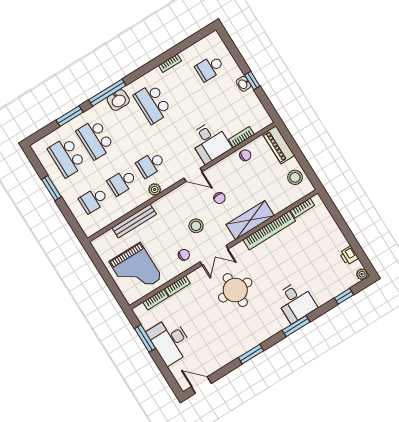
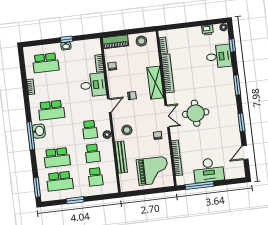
school desk: (210, 68) -> (46, 63), width x1.85
window: (70, 116) -> (37, 187), moved
stool: (196, 226) -> (127, 130), moved
desk: (296, 302) -> (219, 56), moved
window: (145, 338) -> (200, 185), width x1.44
door: (201, 385) -> (245, 153), moved

